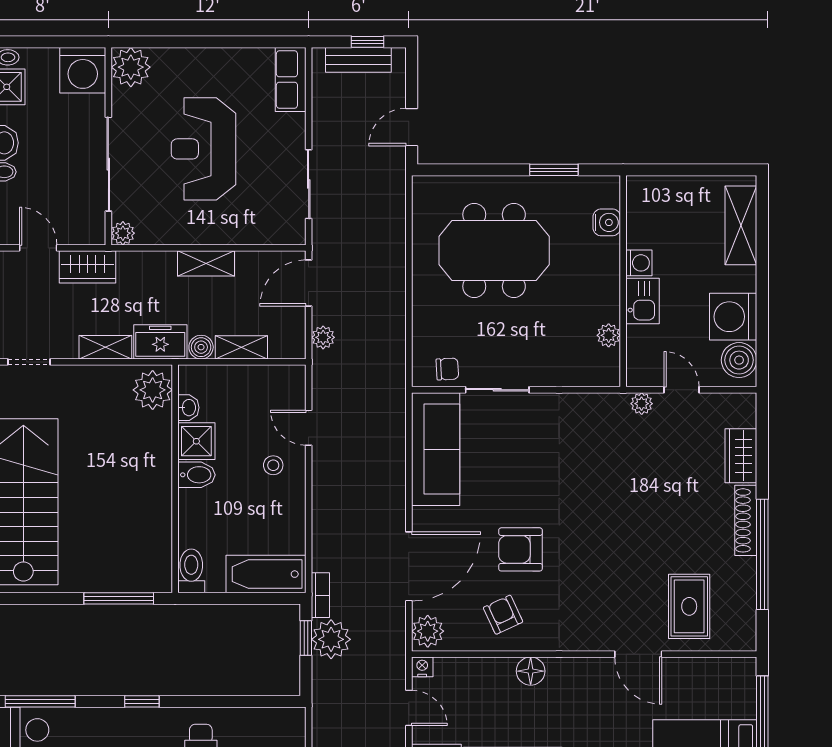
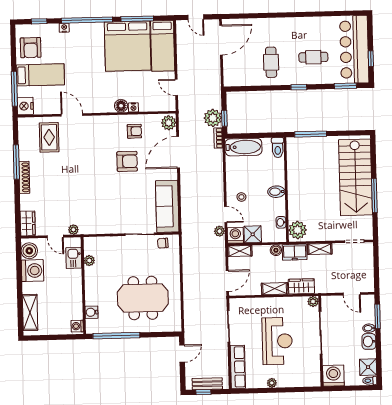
plant: (131, 67) -> (272, 383), moved, width x0.53, depth x0.53
row of seats: (291, 79) -> (238, 367), width x1.48
window: (554, 170) -> (116, 336), width x2.11
washing machine: (639, 263) -> (77, 326), moved
wardrobe: (87, 267) -> (301, 286), moved
kitchen sink: (642, 301) -> (74, 258), moved
plant: (323, 337) -> (219, 231), moved
shelving: (241, 347) -> (240, 251), moved
washing machine: (289, 382) -> (235, 235), added
shower: (196, 441) -> (253, 234), moved
wardrobe: (741, 456) -> (28, 223), moved
window: (762, 554) -> (16, 162), width x0.68
armchair: (503, 615) -> (134, 131), turned -65
nightstand: (422, 667) -> (133, 107), moved
nightstand: (740, 676) -> (25, 106), added
window: (40, 701) -> (345, 86), width x0.69

